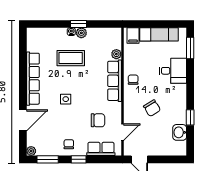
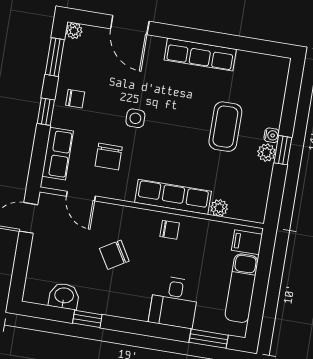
row of seats: (33, 79) -> (200, 55), width x0.73
side table: (66, 99) -> (135, 118), moved

